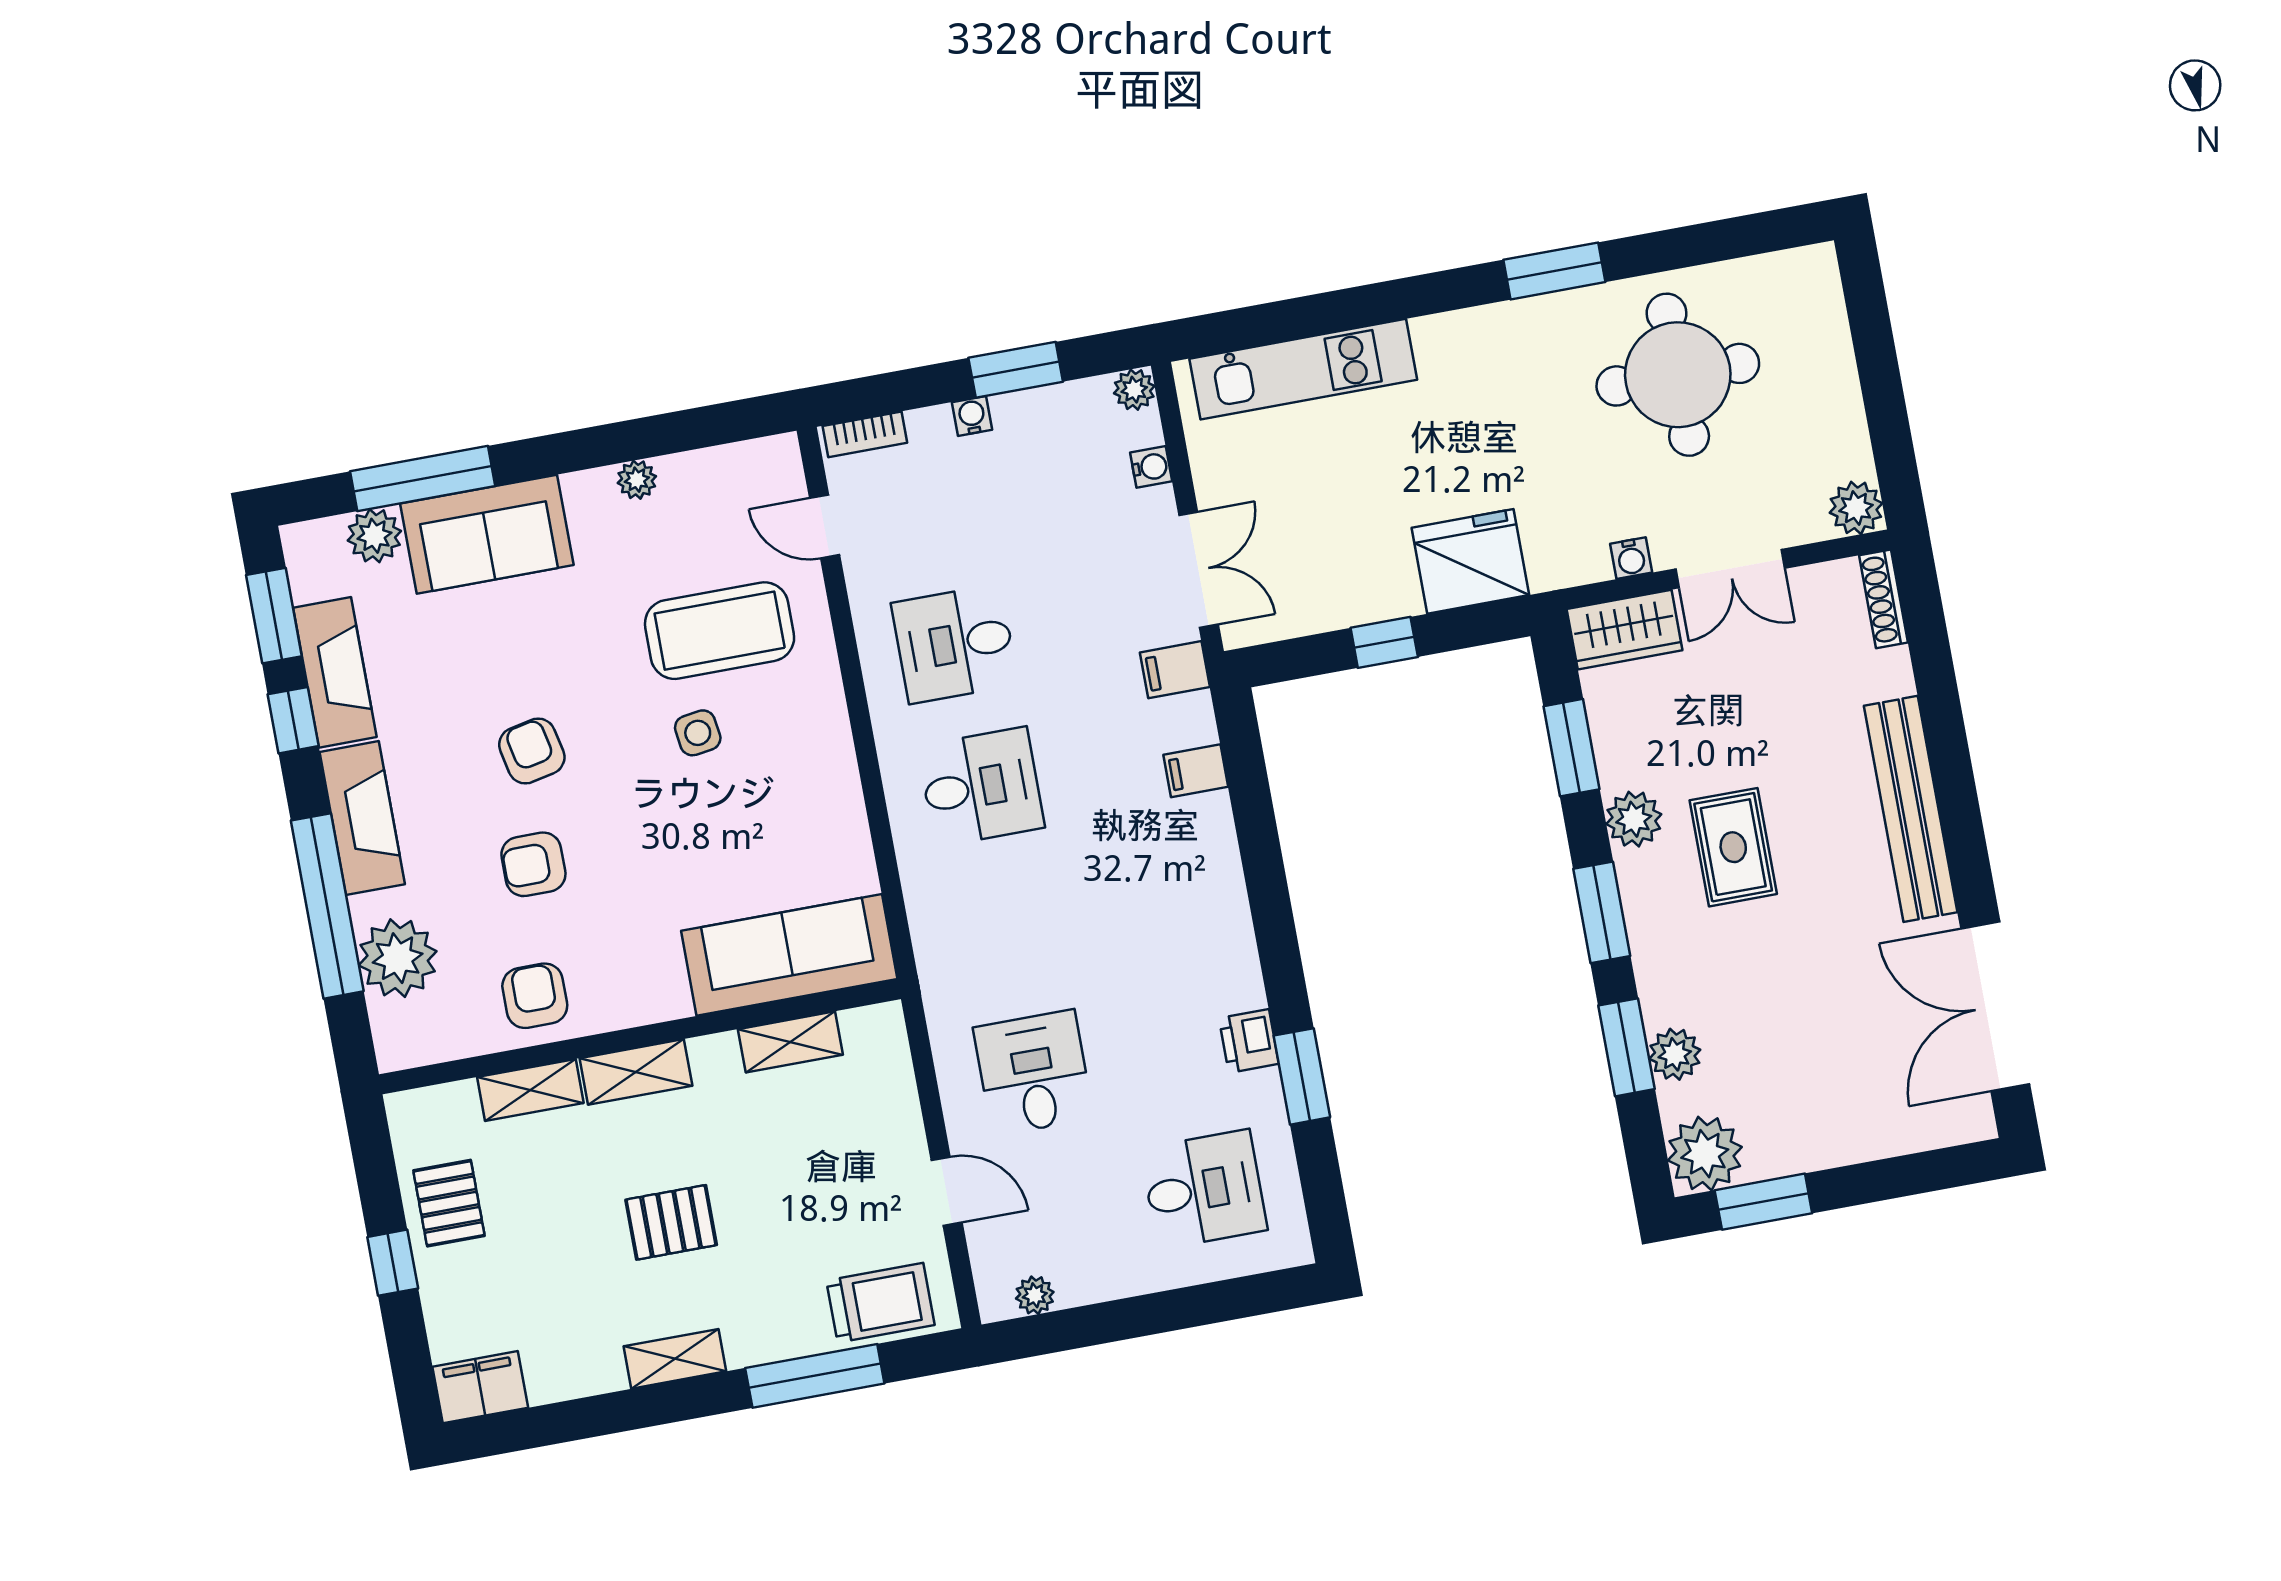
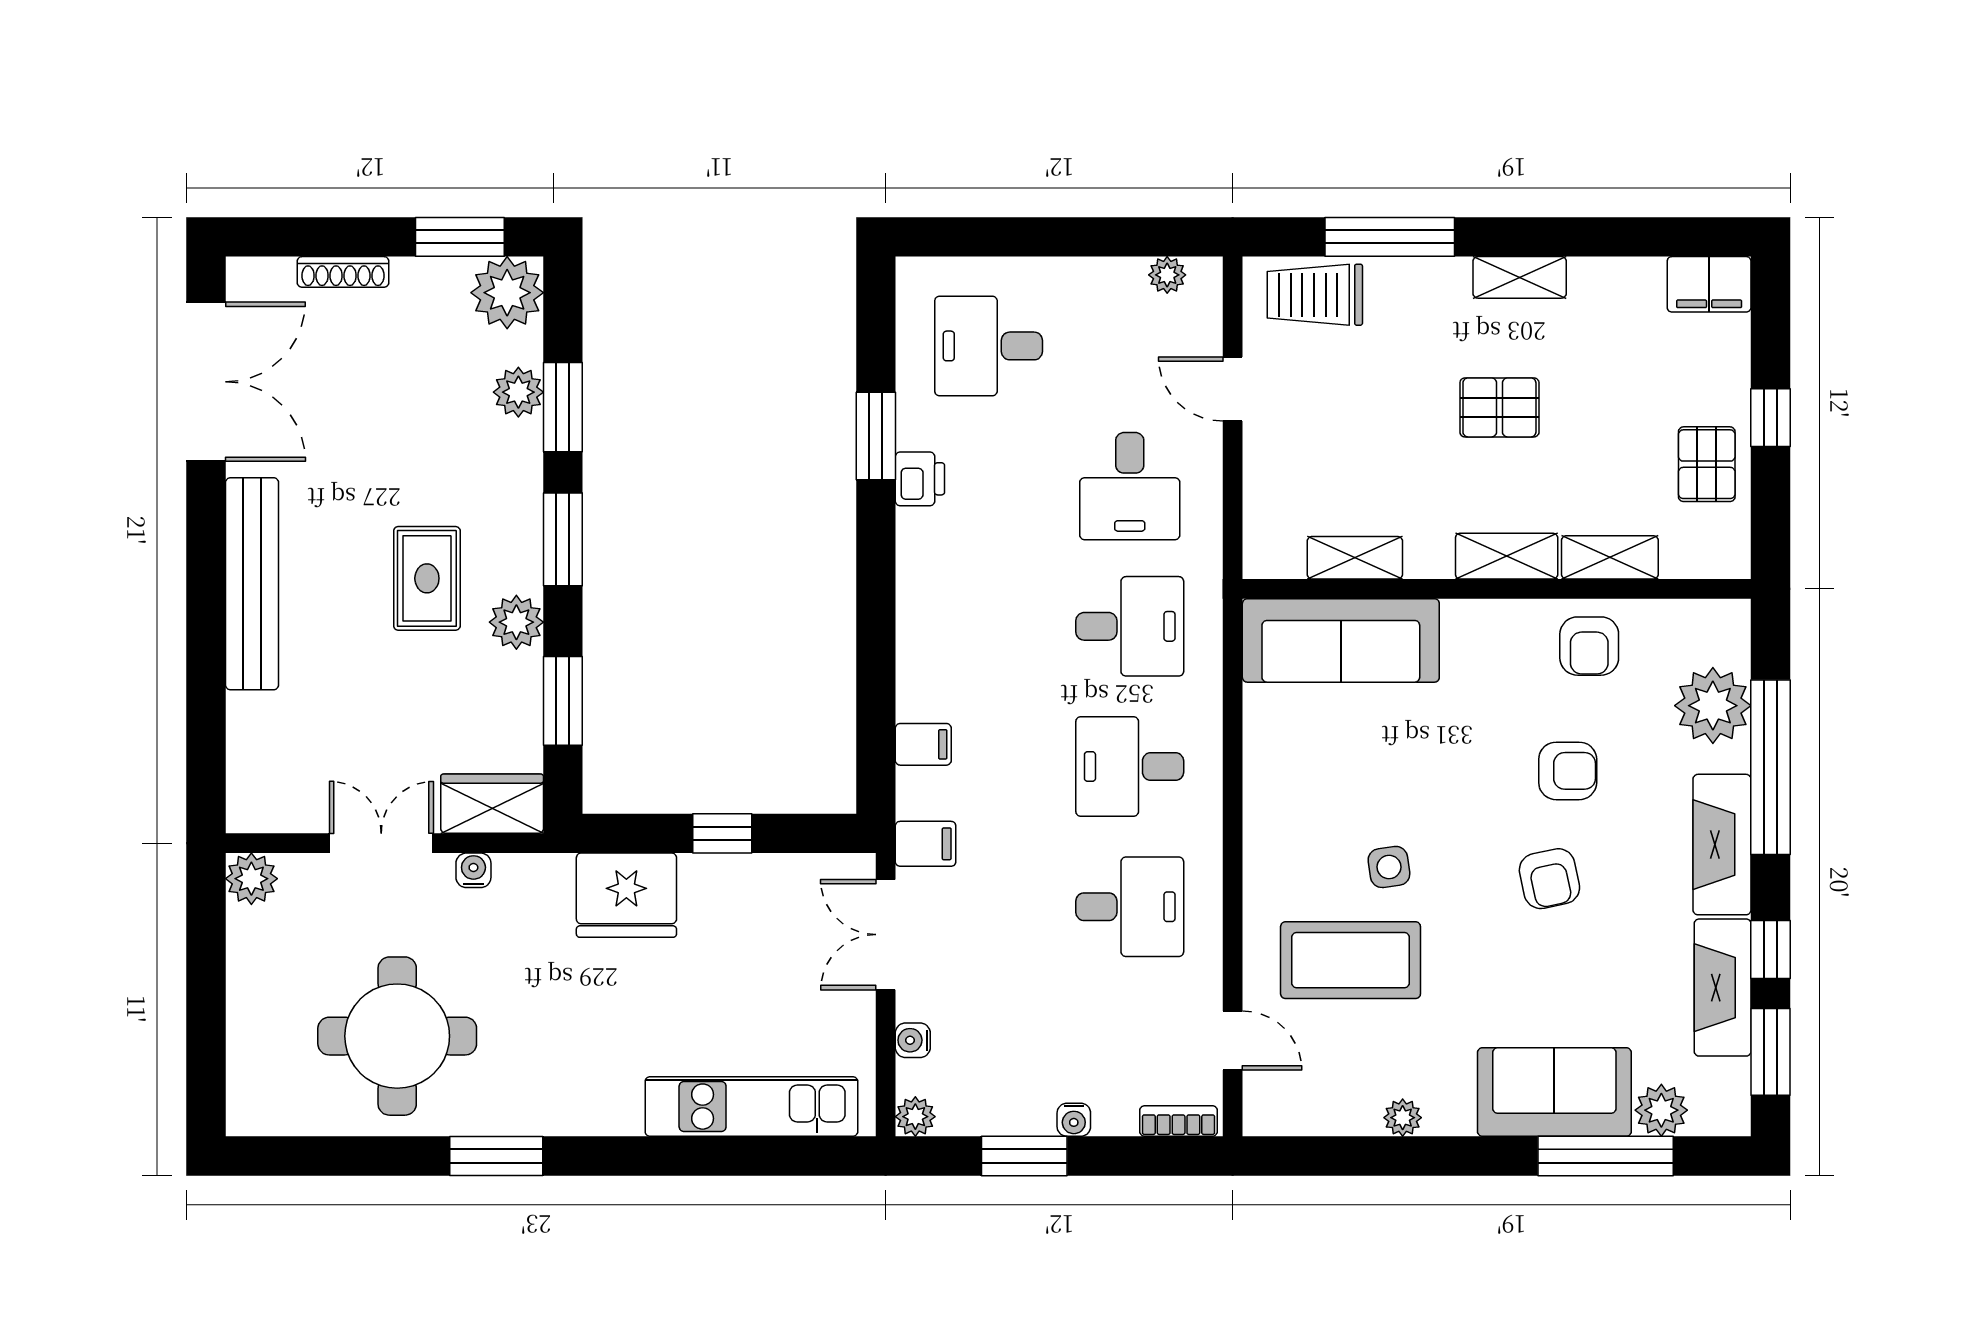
shoe rack: (1884, 599) -> (343, 272), moved, turned 90
desk: (1007, 930) -> (1130, 626), added

